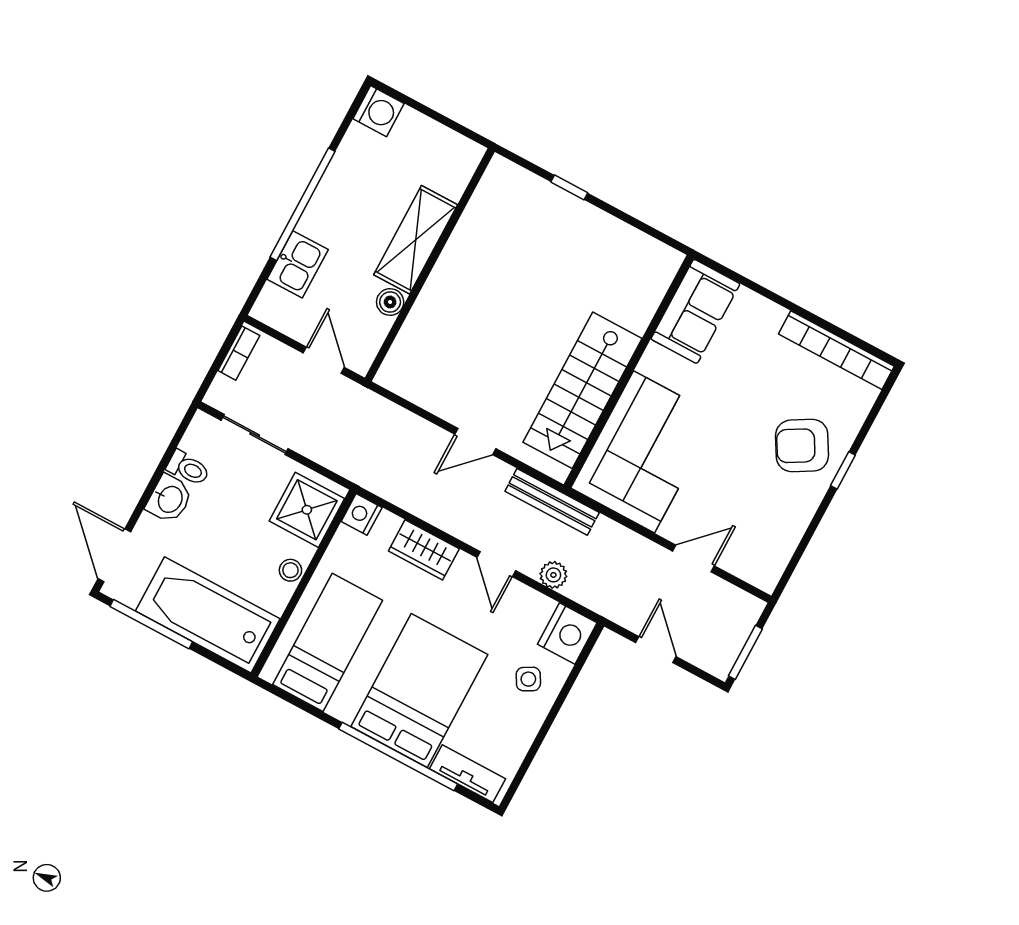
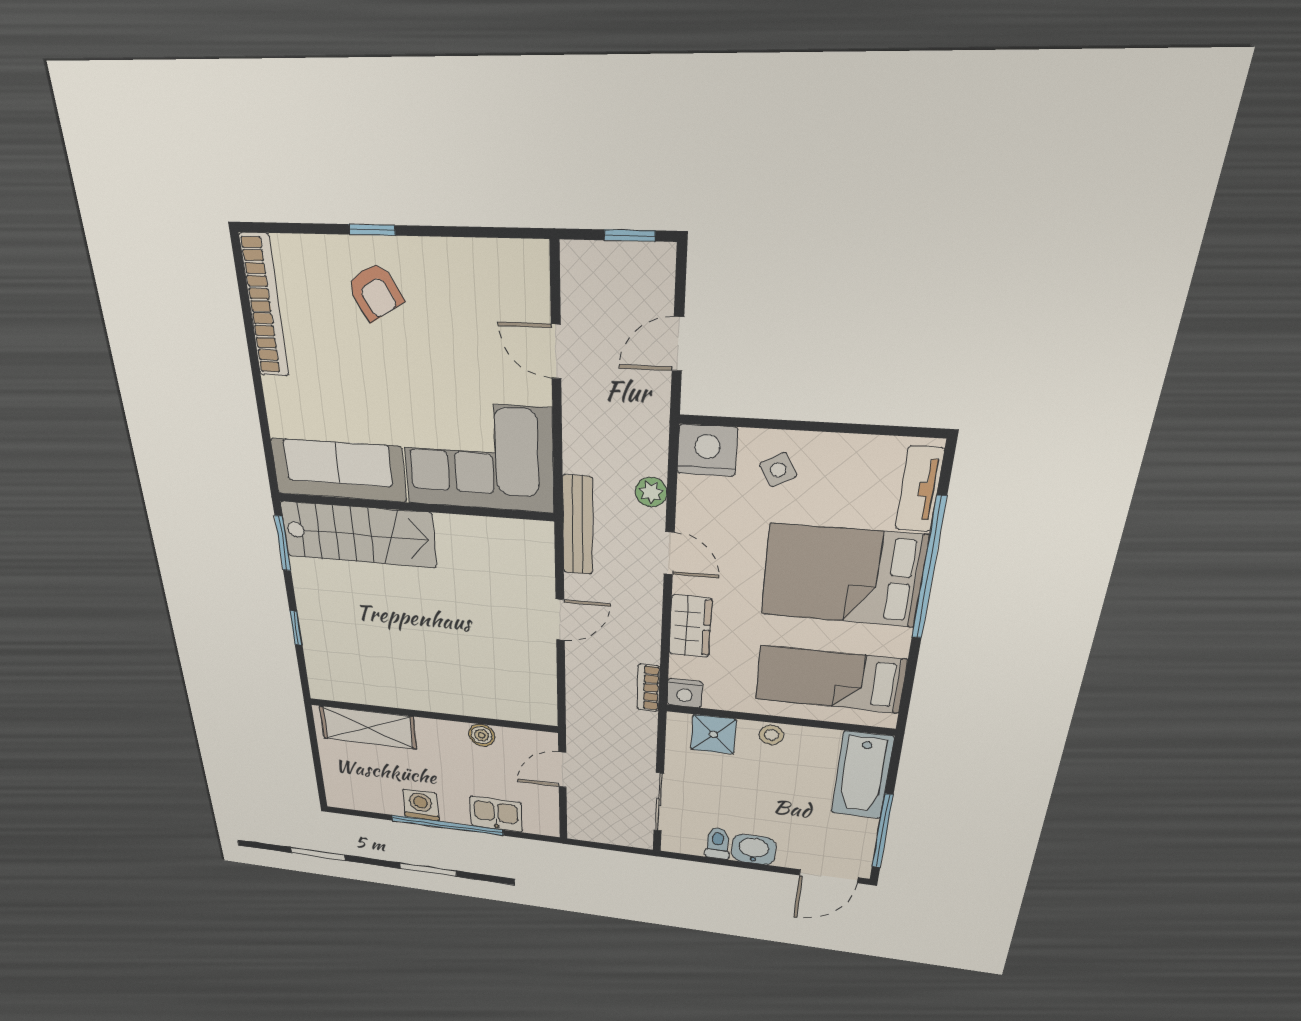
washing machine: (379, 111) -> (421, 805), moved
window: (650, 231) -> (283, 543), added
shelving: (416, 240) -> (368, 727), moved
sofa: (695, 311) -> (339, 470), width x1.36
bookcase: (239, 353) -> (648, 688), moved, turned -90
stairs: (582, 390) -> (358, 535), moved
door: (475, 441) -> (560, 620), hinge flipped
armchair: (802, 446) -> (375, 292), width x0.72, depth x0.72
shower: (307, 510) -> (713, 734), width x0.73, depth x0.73
door: (496, 564) -> (669, 553), hinge flipped
bathtub: (208, 615) -> (862, 775), width x0.73, depth x0.73
window: (745, 652) -> (630, 235), width x0.67

